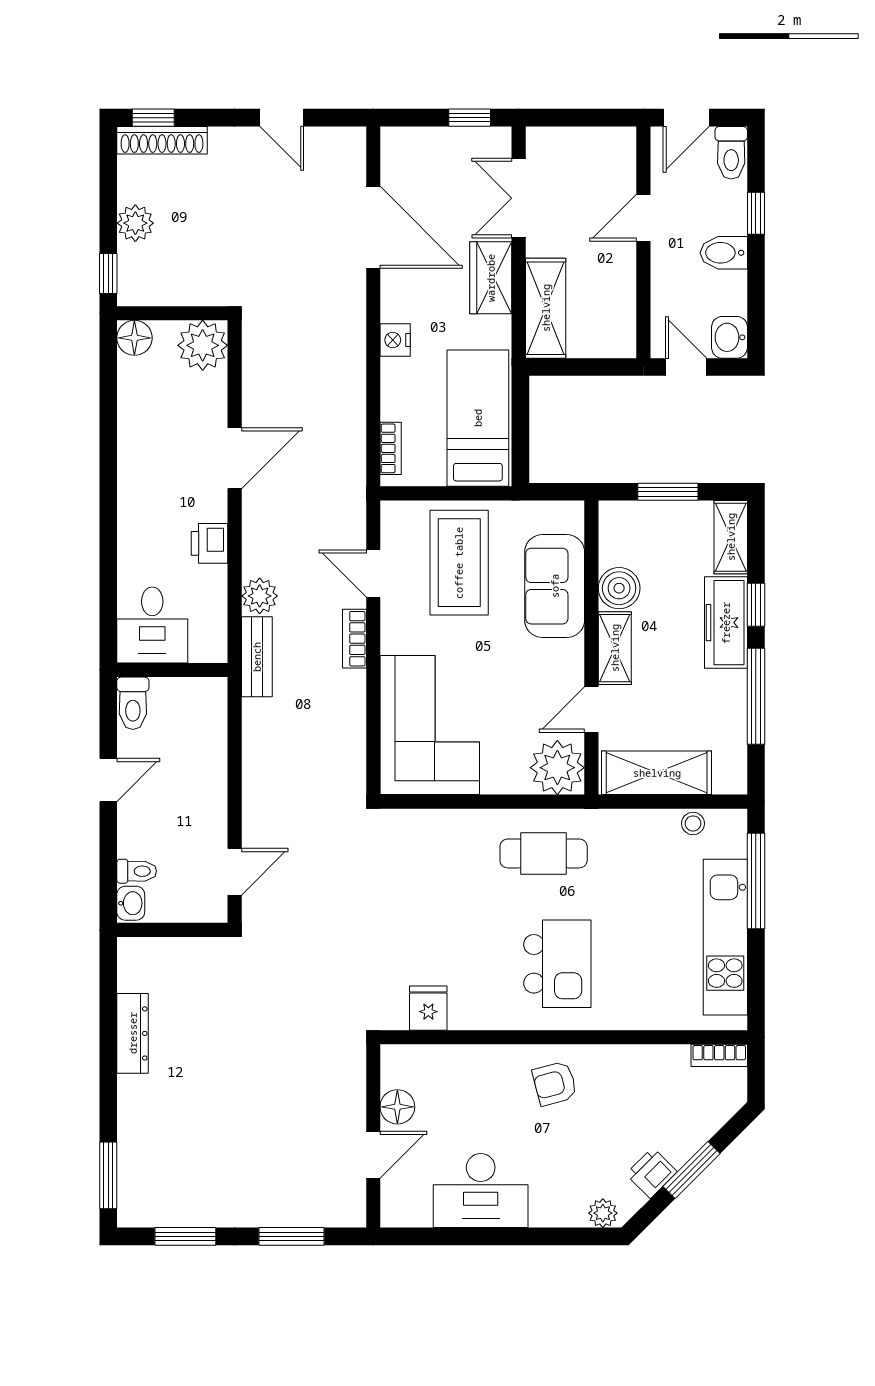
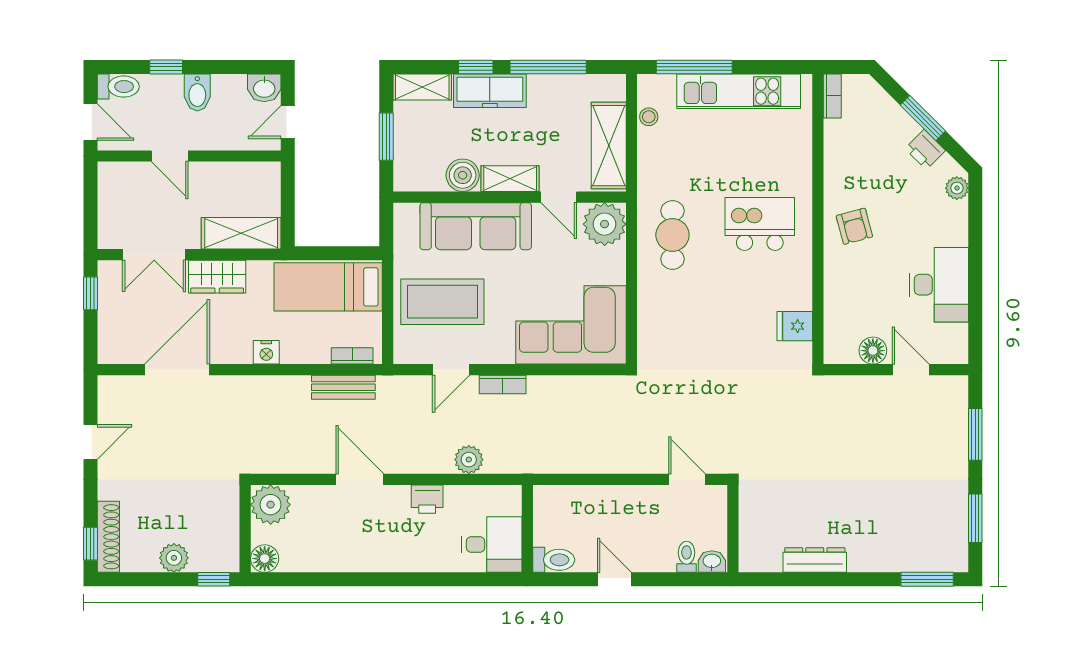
sofa: (555, 586) -> (476, 226), width x1.36
bench: (257, 657) -> (343, 387), moved

